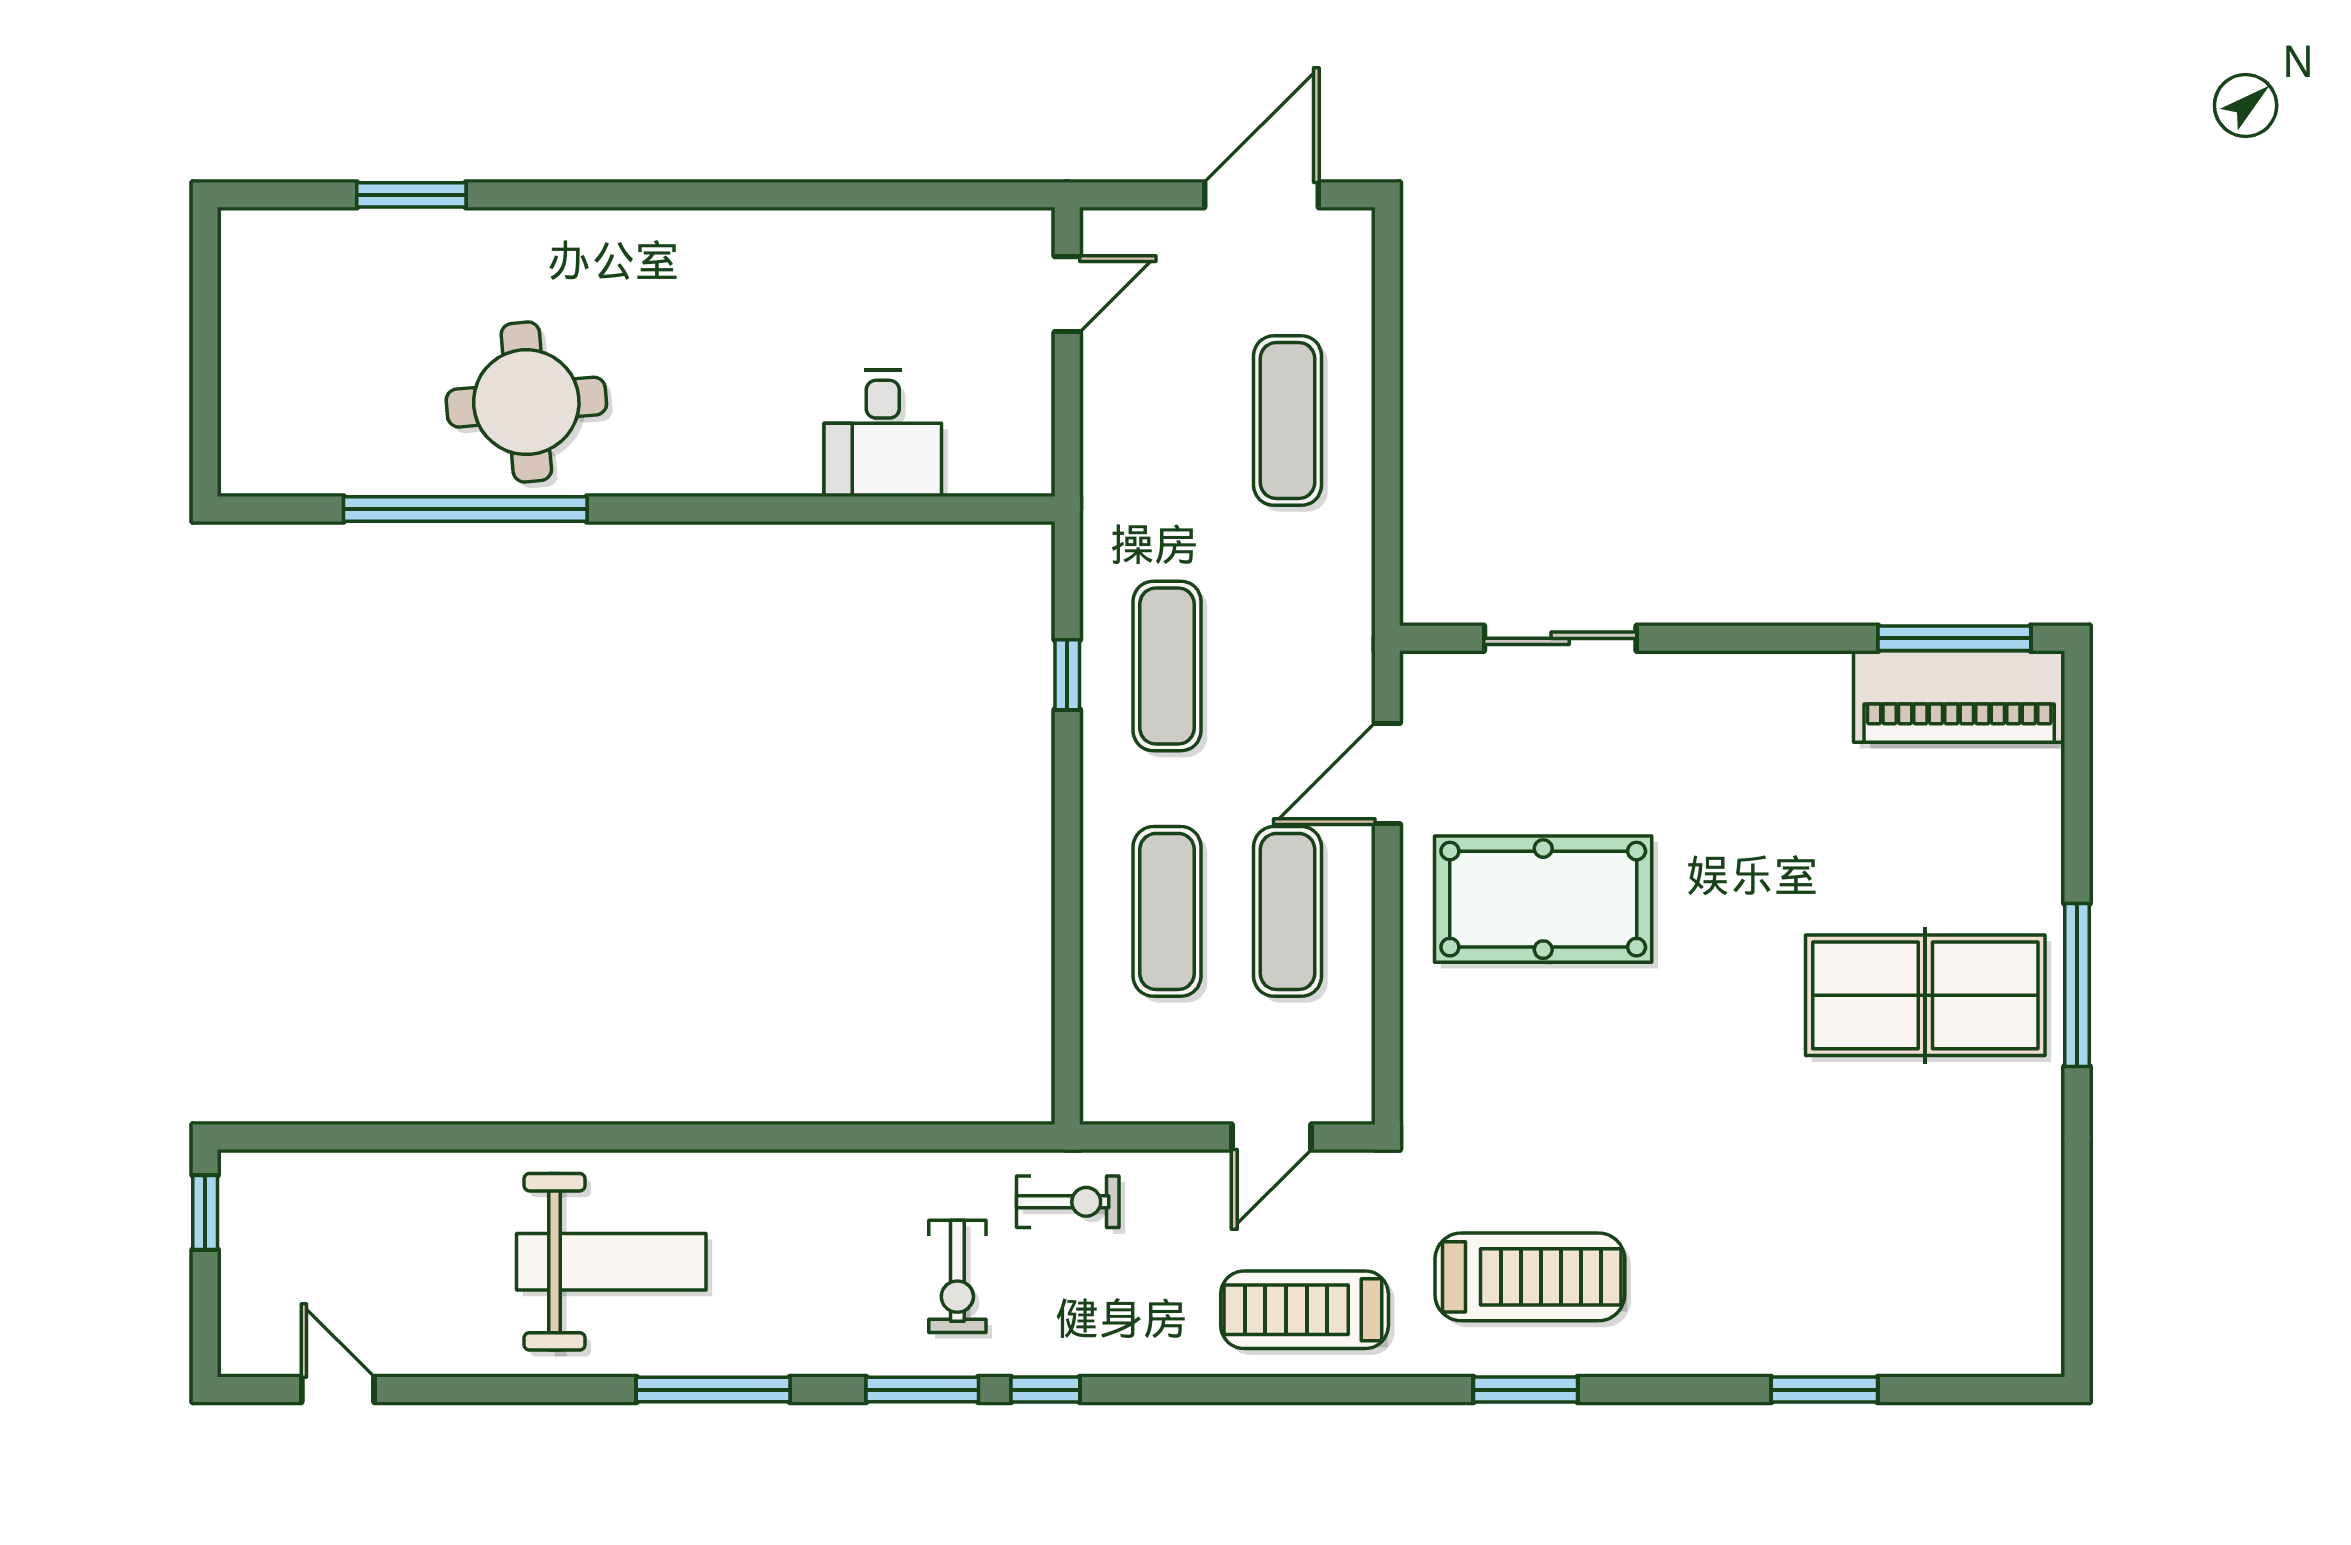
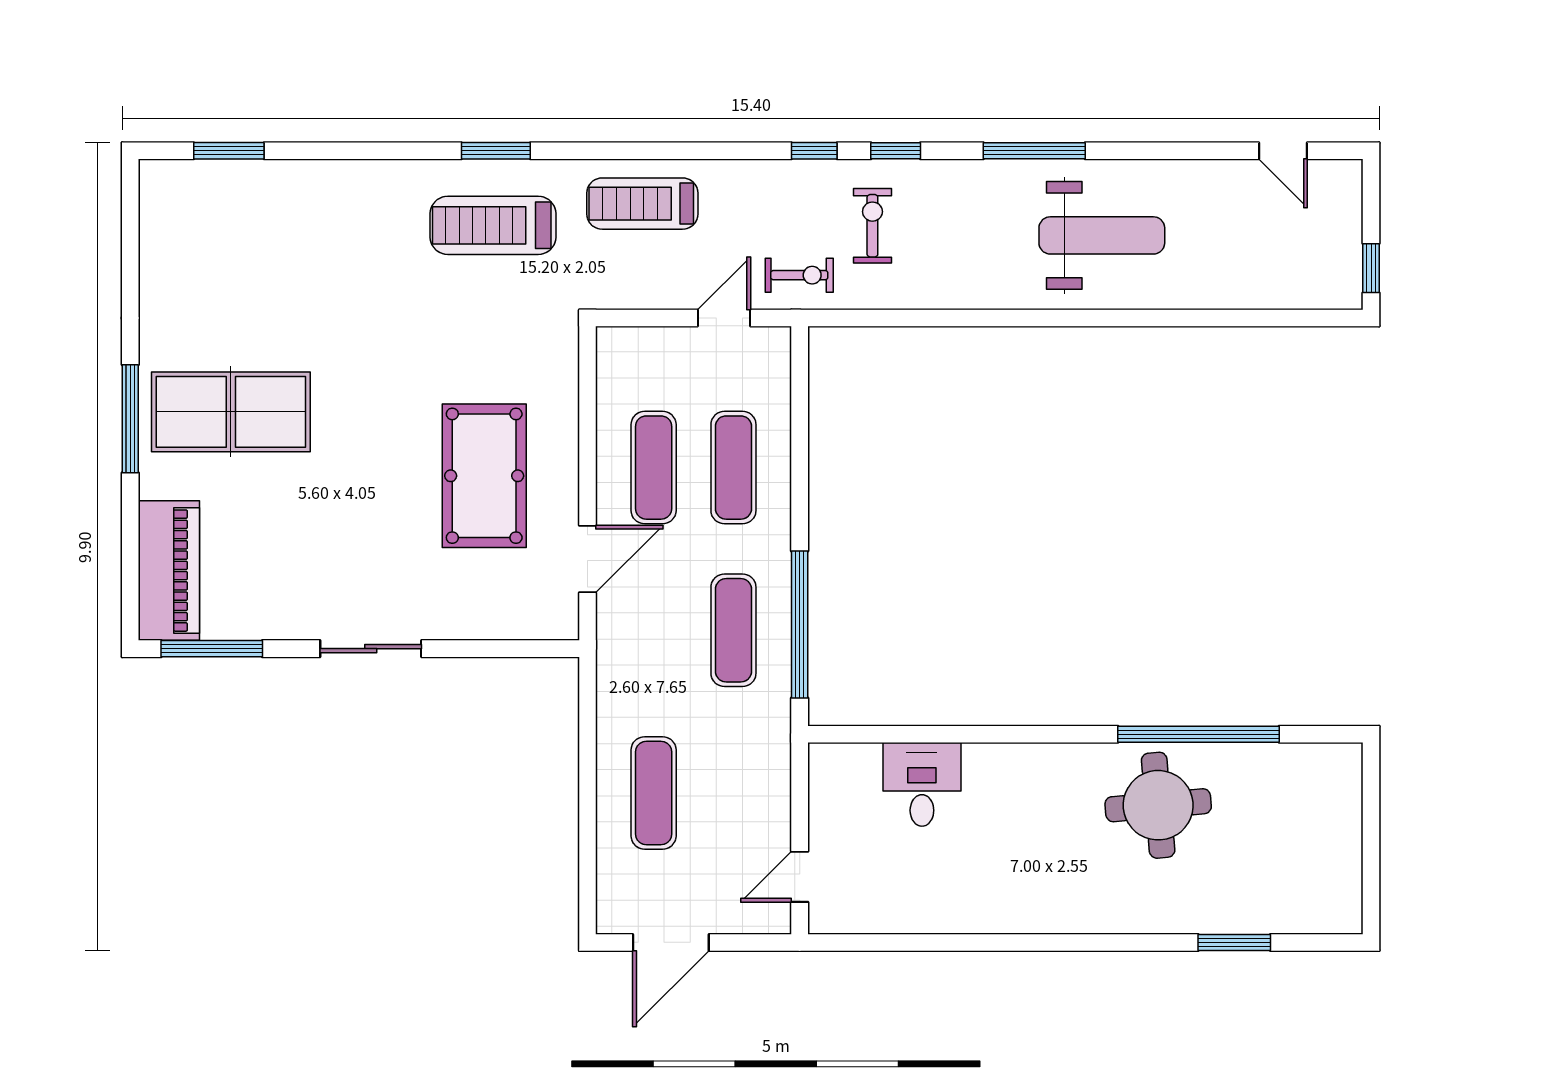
sliding door: (1560, 638) -> (371, 649), moved
window: (1067, 675) -> (800, 624), width x3.17
piano: (1959, 696) -> (169, 571), moved, turned 90
pool table: (1543, 899) -> (484, 476), turned 90
door: (1272, 1137) -> (724, 318), moved
exercise bike: (1068, 1202) -> (799, 275), turned 180
weight bench: (611, 1262) -> (1102, 235), turned 180
treadmill: (1305, 1310) -> (642, 204), turned 180
window: (922, 1390) -> (896, 151), width x0.67
window: (1824, 1390) -> (229, 151), moved

